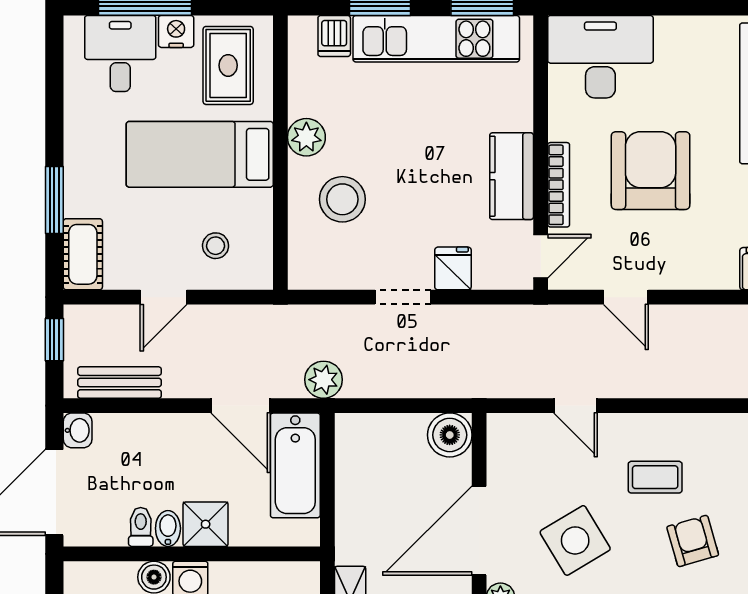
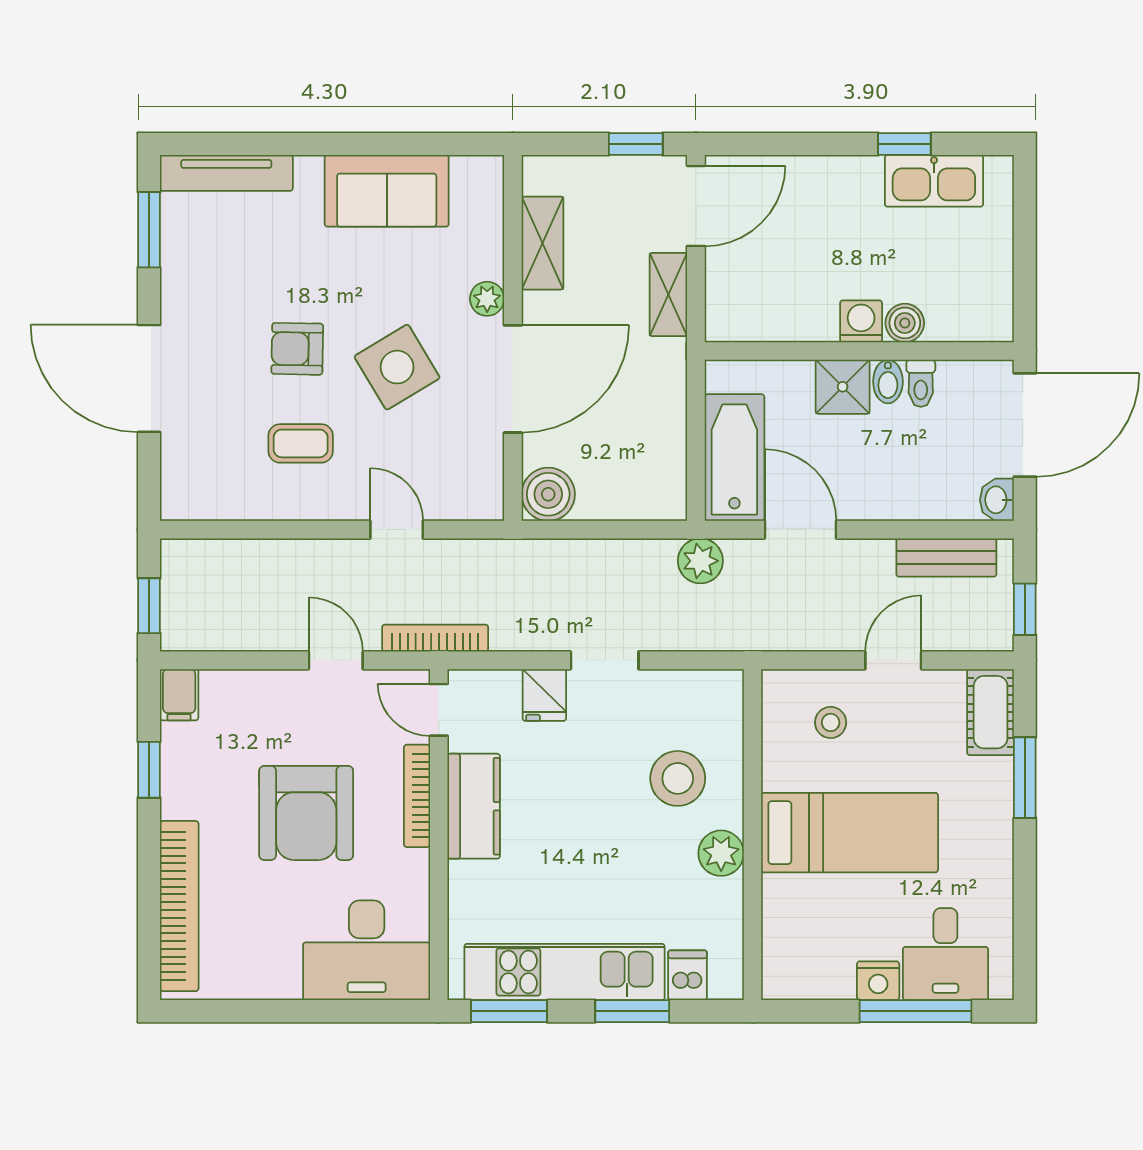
rug: (228, 65) -> (815, 940), removed
door: (541, 256) -> (439, 710), hinge flipped
bookcase: (544, 316) -> (435, 638), added
armchair: (693, 541) -> (297, 349), moved, turned 107

